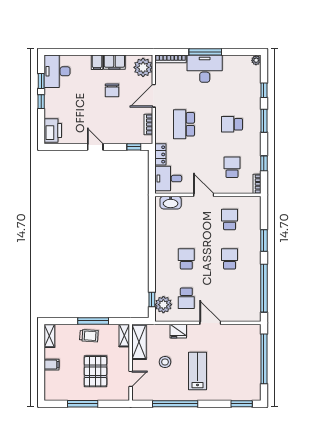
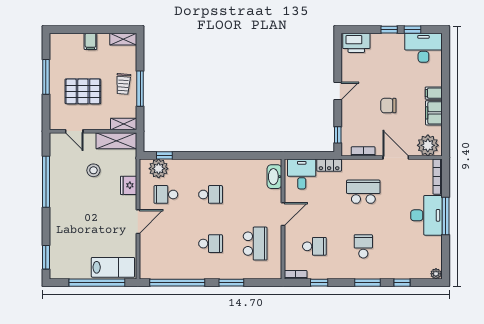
chair: (112, 90) -> (388, 106), moved
school desk: (230, 220) -> (255, 244), width x1.85
lab bench: (198, 371) -> (113, 267), moved

